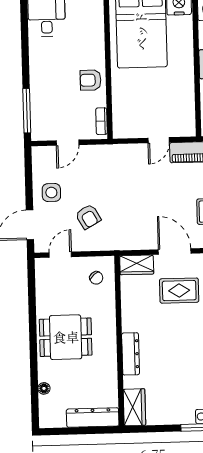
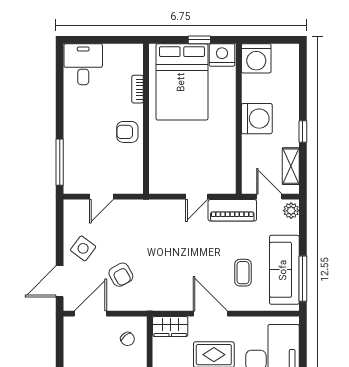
bookcase: (101, 121) -> (138, 89), moved
side table: (51, 193) -> (83, 248), turned 37
door: (60, 255) -> (91, 314), width x1.38

